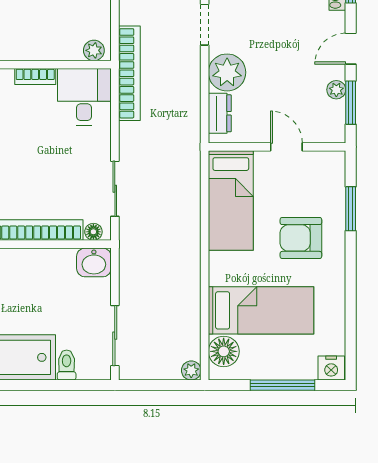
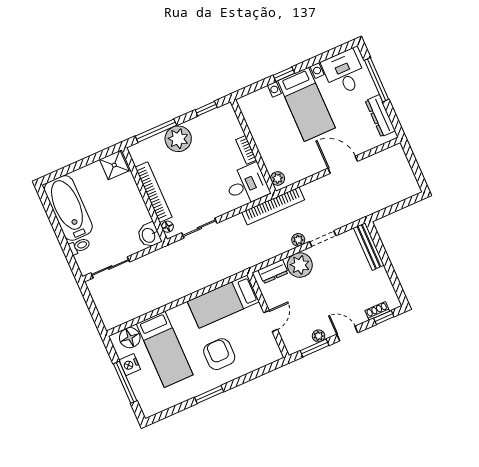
window: (351, 209) -> (209, 395), moved
nightstand: (331, 368) -> (130, 365), moved
plant: (191, 370) -> (298, 240), moved

